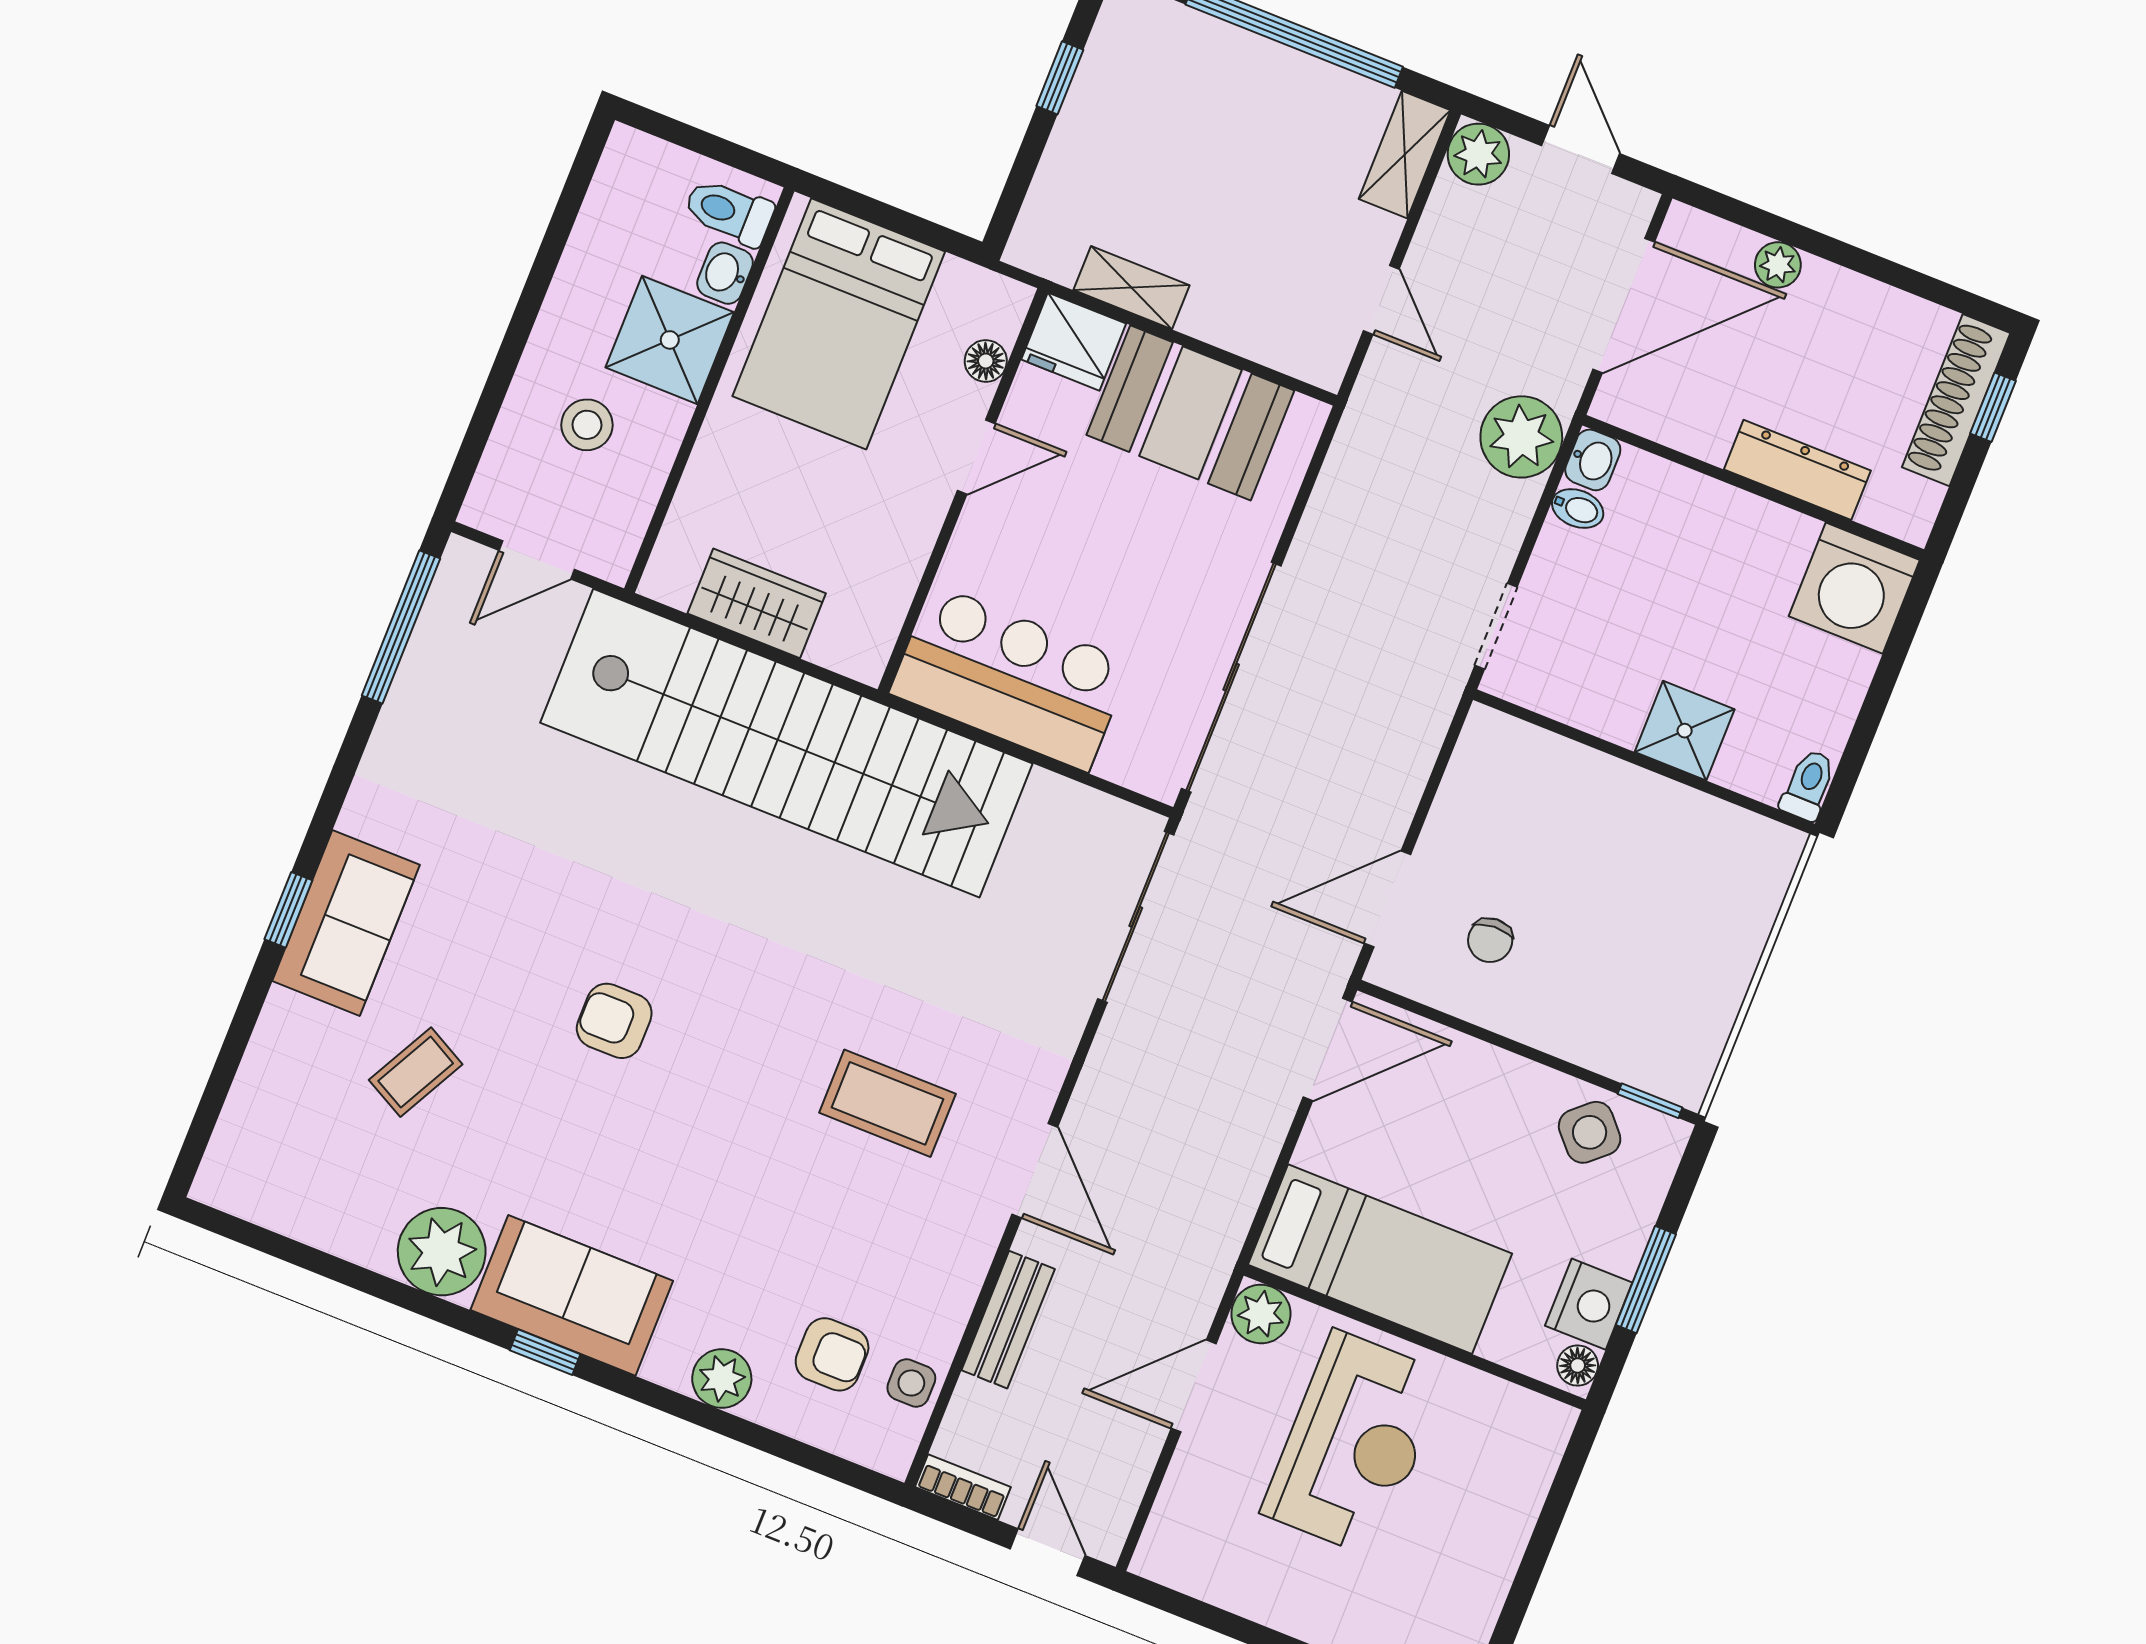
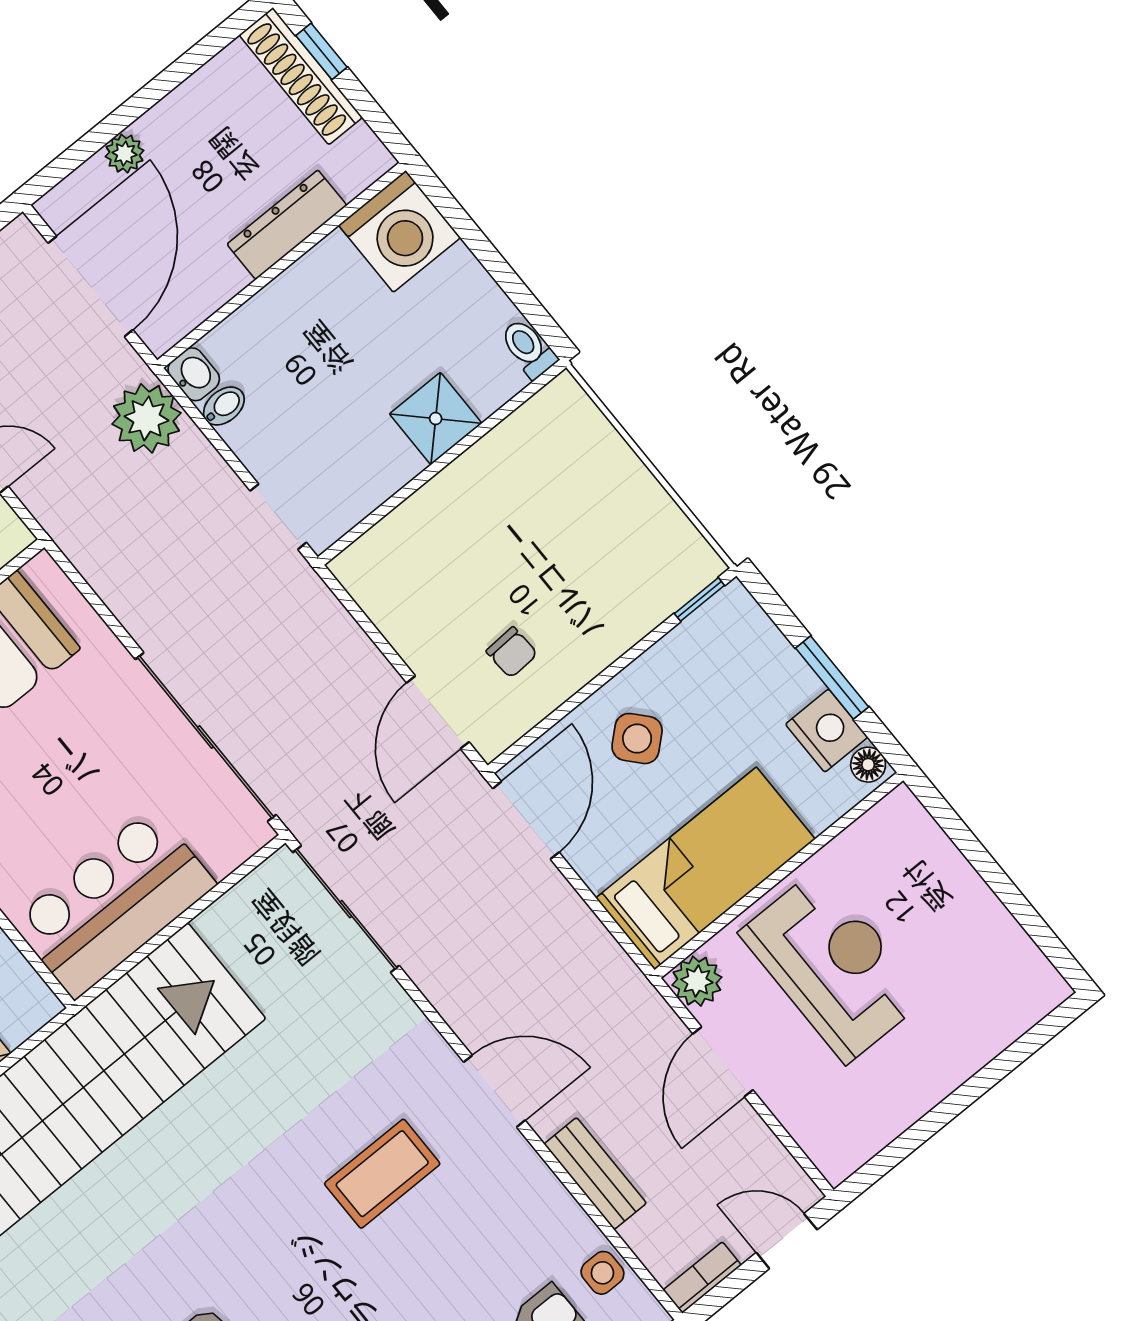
side table: (1590, 1132) -> (637, 739), moved

